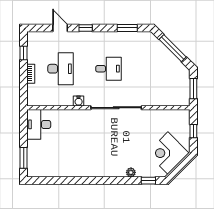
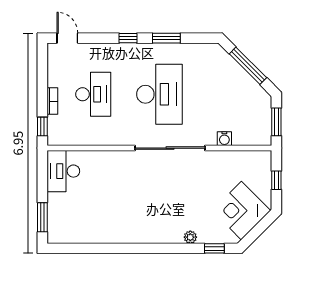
door: (60, 28) -> (67, 38), moved
window: (127, 28) -> (166, 38), moved
window: (24, 53) -> (42, 127), moved
desk: (108, 69) -> (159, 94), width x1.87, depth x1.30
water cooler: (79, 101) -> (224, 139), moved

